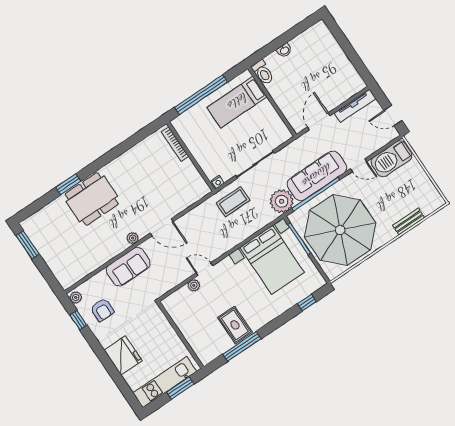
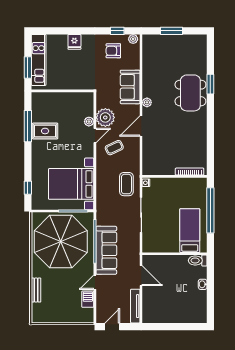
barbecue: (391, 159) -> (88, 299), width x0.53, depth x0.65
plant: (282, 201) -> (105, 117), moved
coffee table: (203, 240) -> (114, 148), added
window: (28, 245) -> (172, 31), moved
fridge: (123, 355) -> (74, 42), width x0.53, depth x0.75

